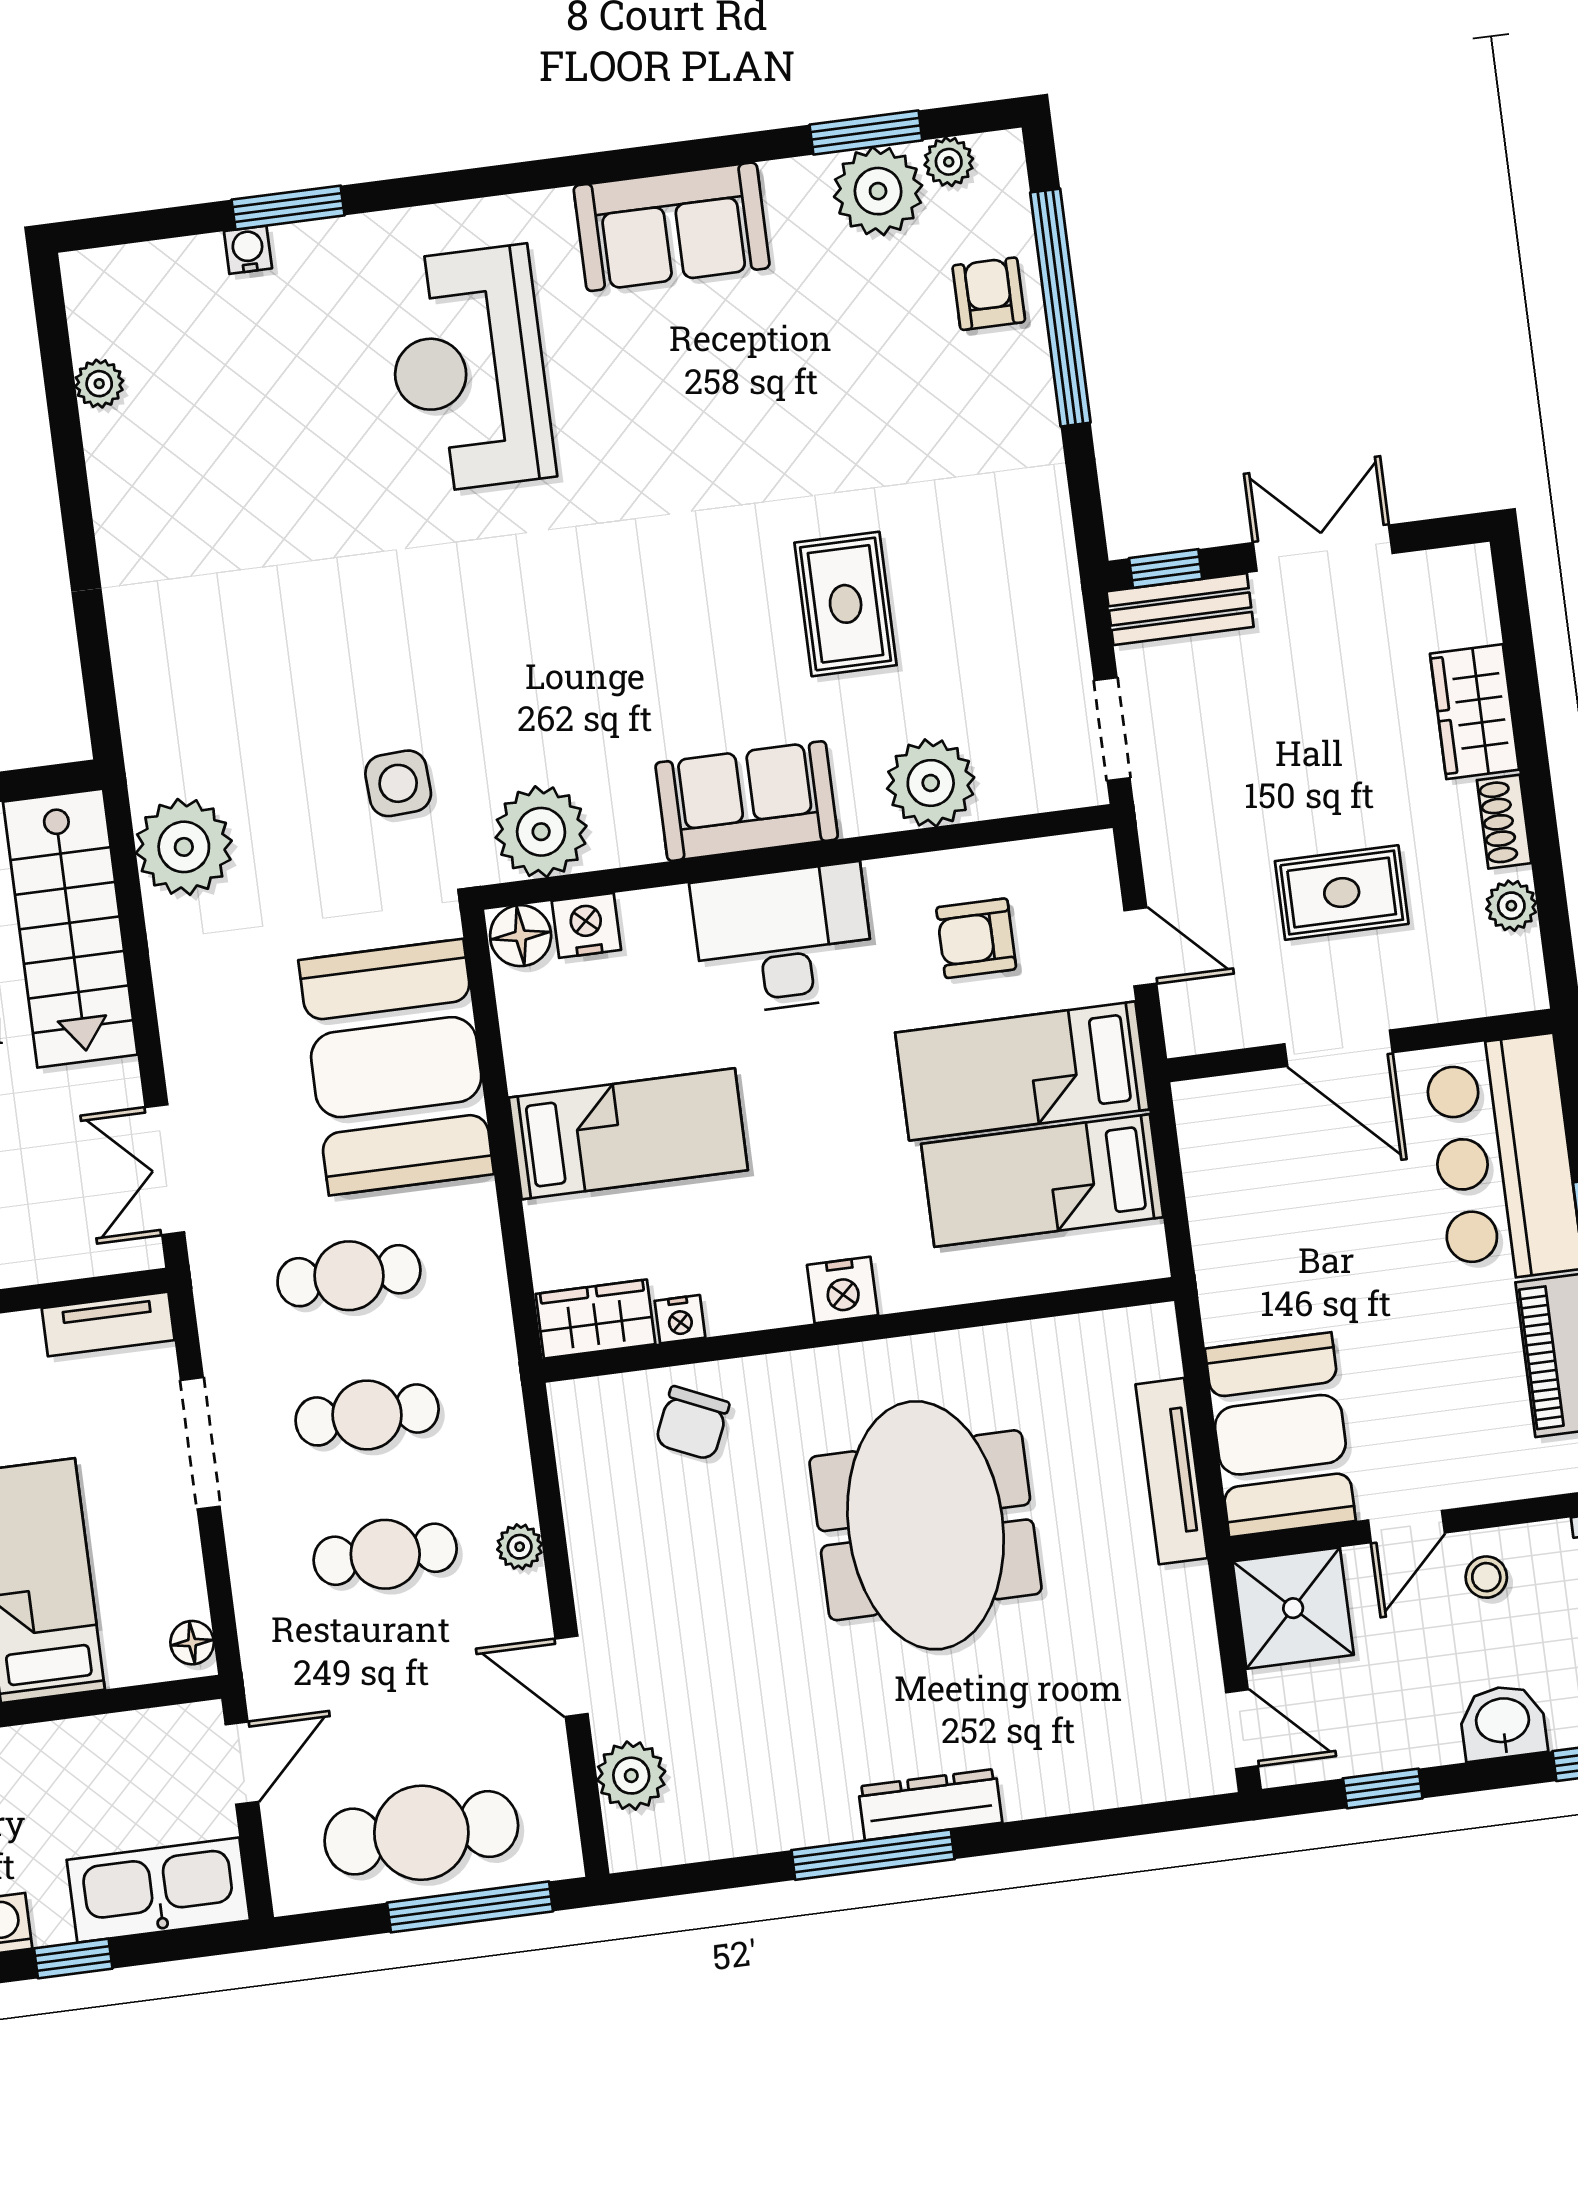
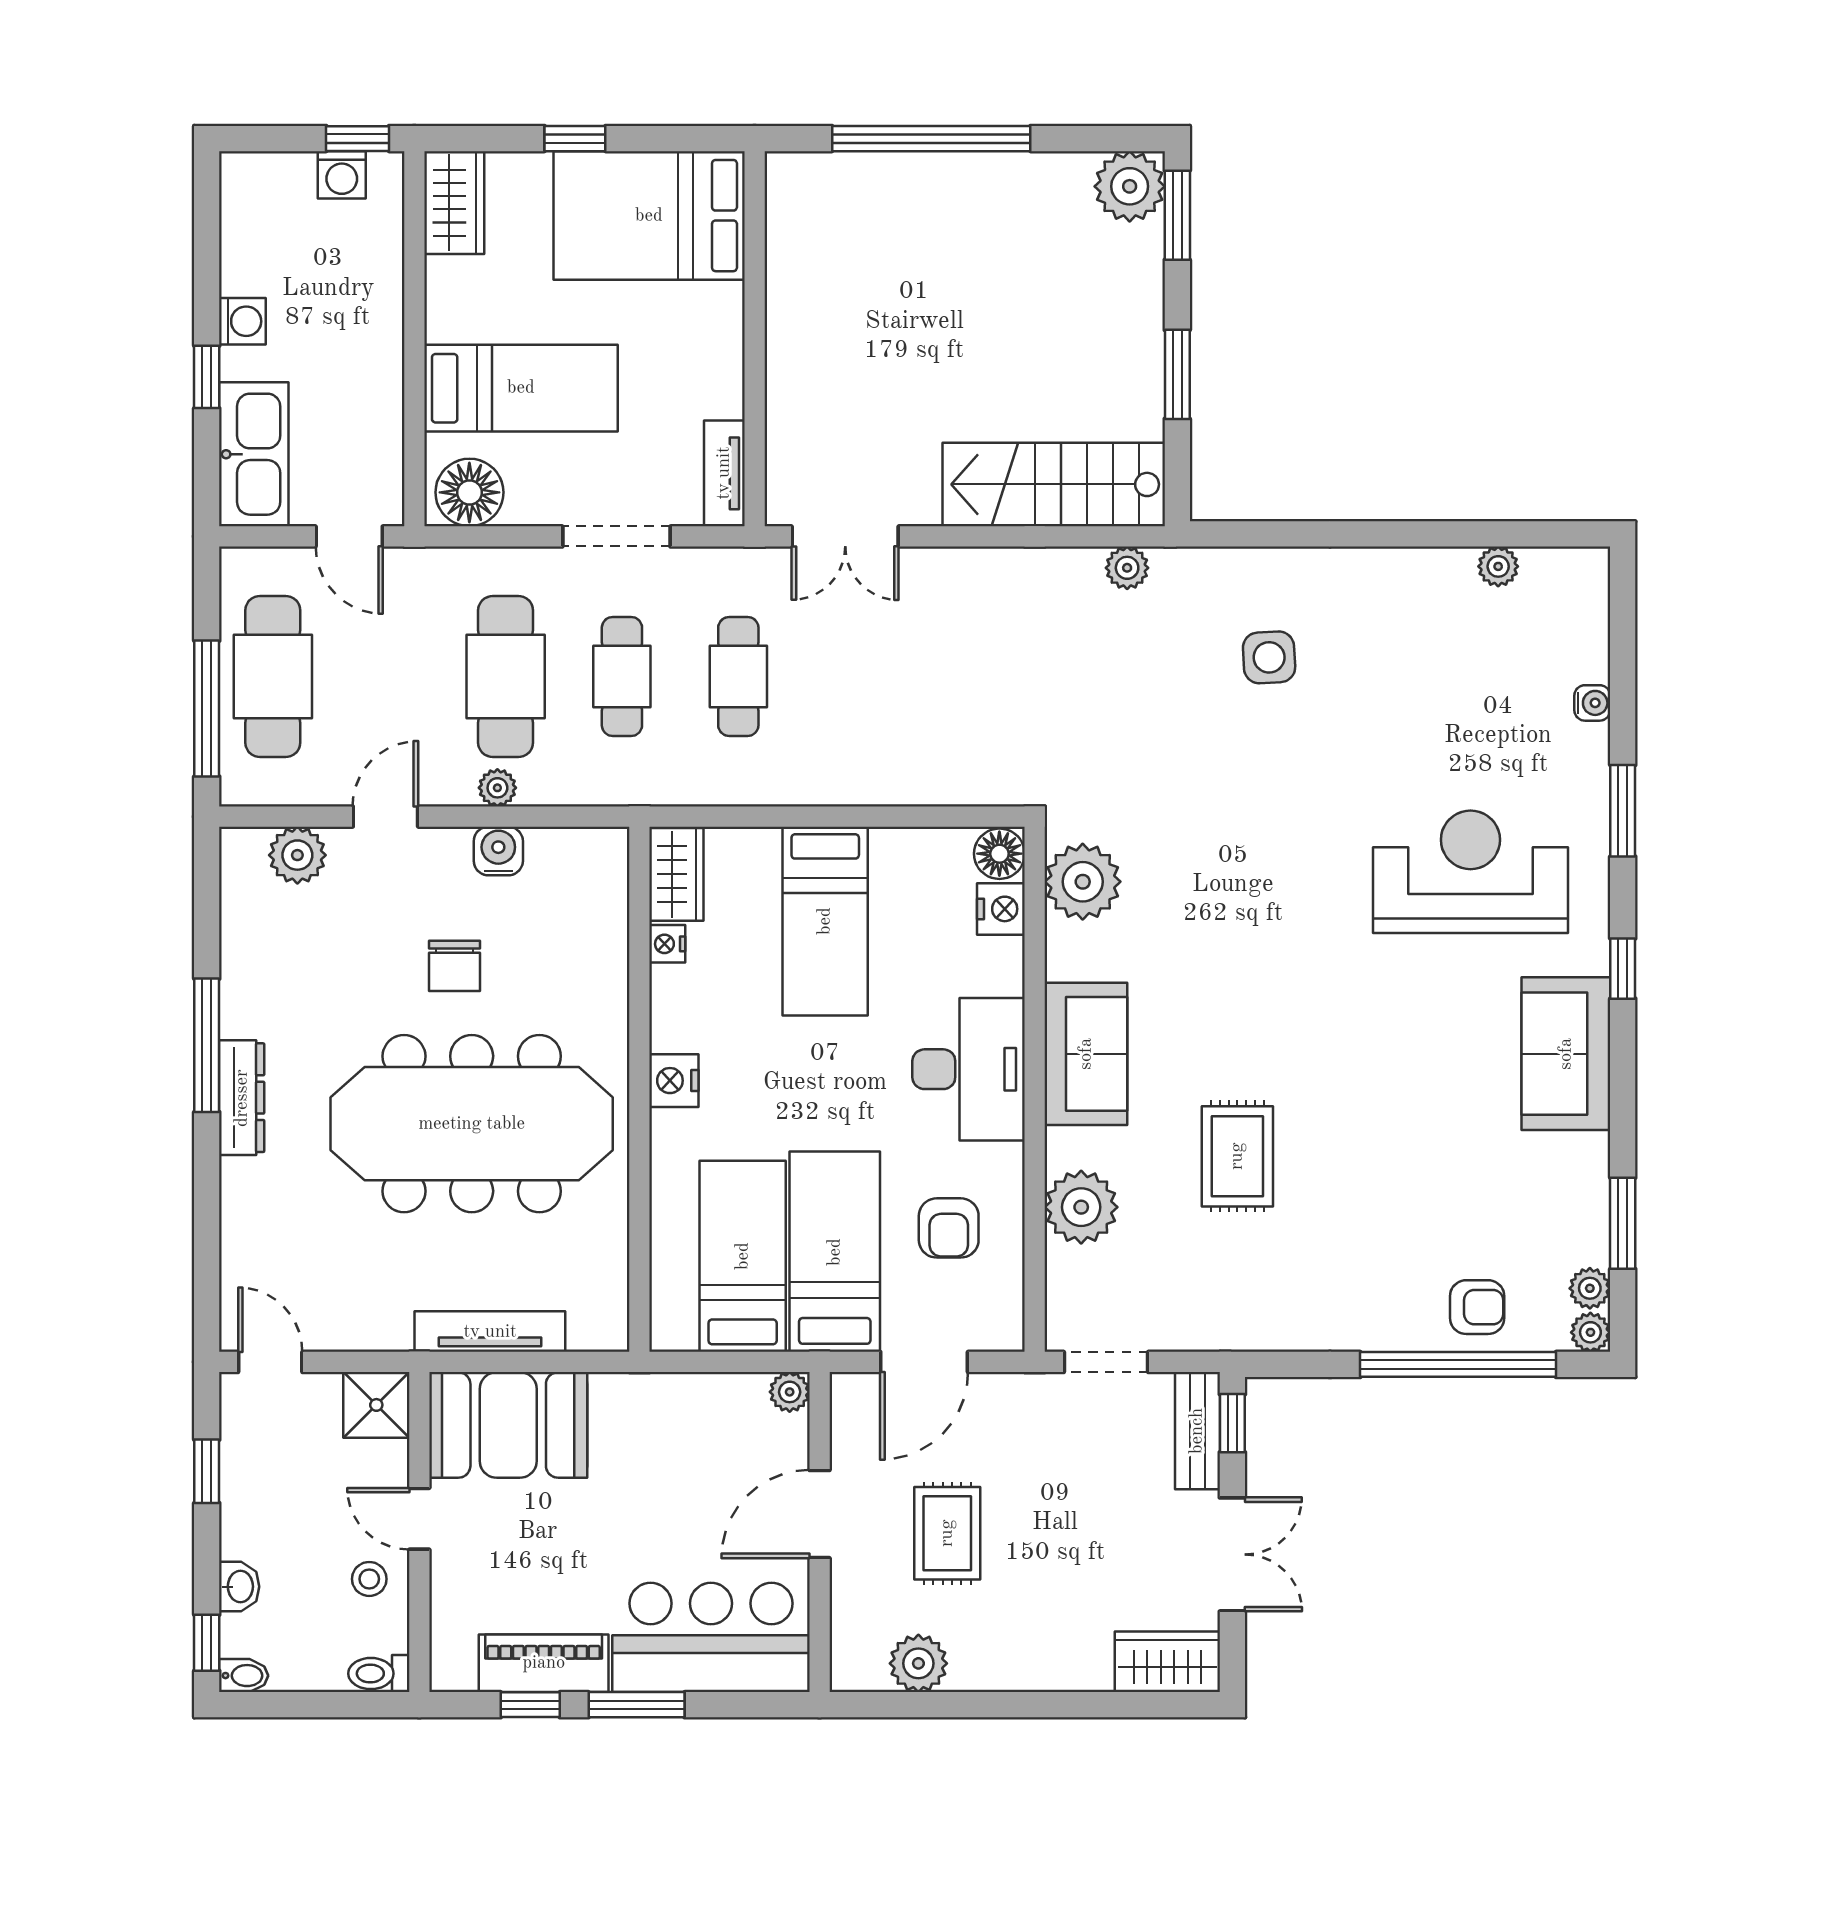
window: (561, 172) -> (1623, 969), added
plant: (878, 191) -> (1590, 1332), moved, width x0.53, depth x0.53
window: (288, 208) -> (1623, 811), moved
rug: (846, 604) -> (1237, 1156), turned 90
wardrobe: (1475, 712) -> (1167, 1662), moved
side table: (398, 783) -> (1269, 657), moved
shoe rack: (1504, 822) -> (988, 1674), removed
plant: (184, 847) -> (1127, 568), width x0.53, depth x0.53
plant: (1511, 906) -> (918, 1663), width x1.38, depth x1.38
armchair: (976, 938) -> (949, 1228), turned 180
door: (1140, 947) -> (924, 1362), width x1.38
booth: (396, 1067) -> (905, 737), removed
plant: (1197, 1103) -> (790, 1392), added
double door: (165, 1170) -> (845, 536), swing flipped
chair: (692, 1423) -> (454, 966), moved, turned -114
meeting table: (926, 1525) -> (472, 1124), width x1.36
water cooler: (595, 1536) -> (498, 851), added
cafe table: (385, 1554) -> (506, 676), width x1.37, depth x1.35
shower: (1293, 1608) -> (376, 1405), width x0.73, depth x0.73
floor lamp: (192, 1643) -> (469, 492), width x1.89, depth x1.89
washbasin: (1503, 1722) -> (239, 1587), width x0.72, depth x0.69
door: (1242, 1729) -> (270, 1362), swing flipped

